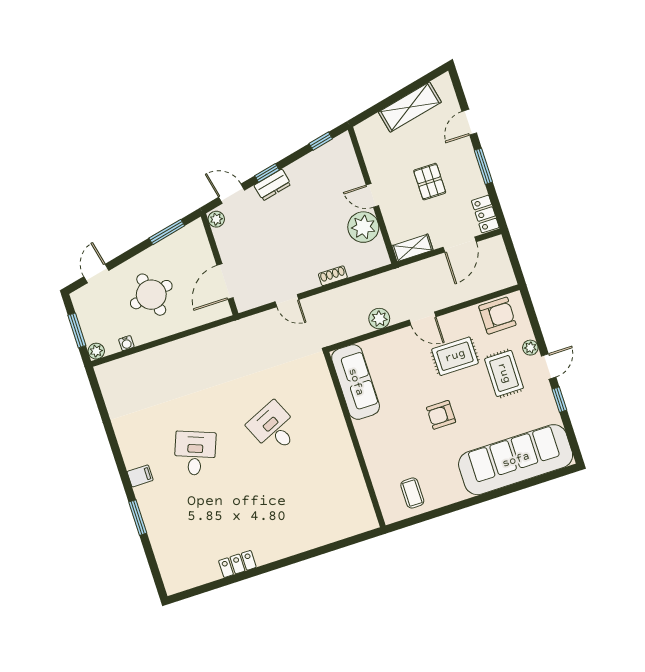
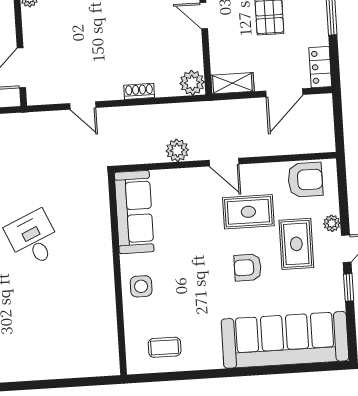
plant: (363, 227) -> (192, 83), moved, width x0.73, depth x0.73
armchair: (441, 415) -> (248, 267), moved
side table: (378, 445) -> (141, 286), added
coffee table: (412, 493) -> (165, 347), turned 90

